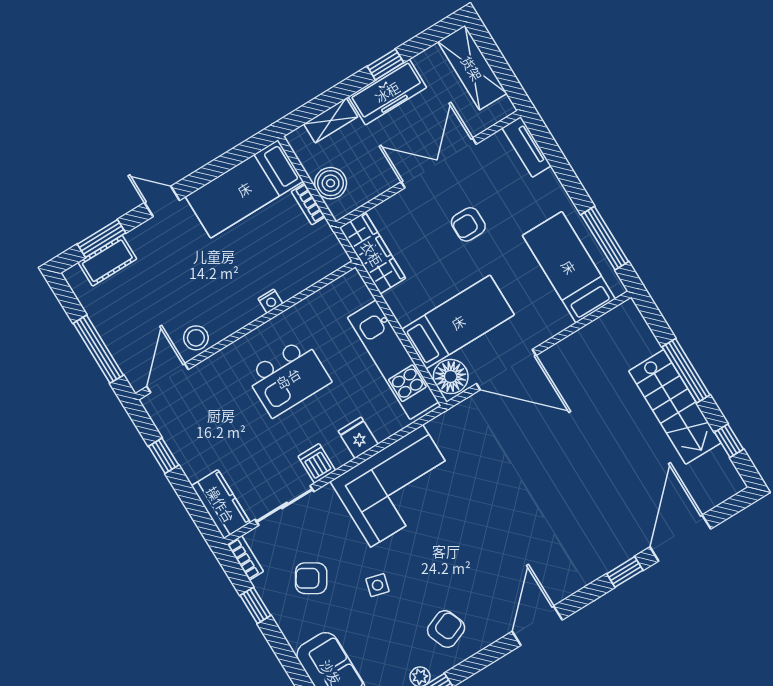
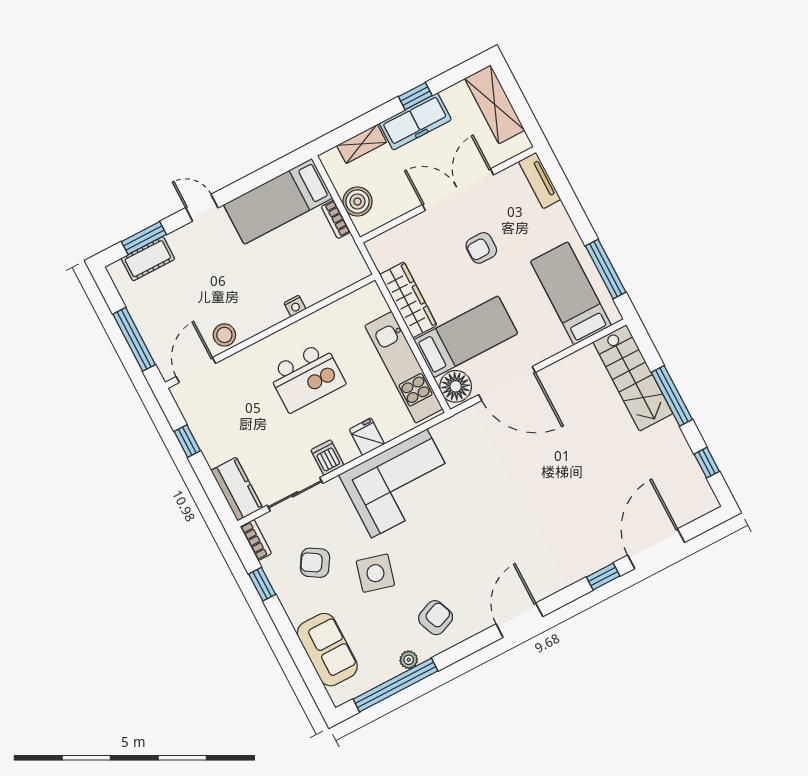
wardrobe: (372, 253) -> (408, 300), moved
stairs: (675, 407) -> (633, 378), moved
side table: (378, 585) -> (375, 573), width x1.87, depth x1.87

